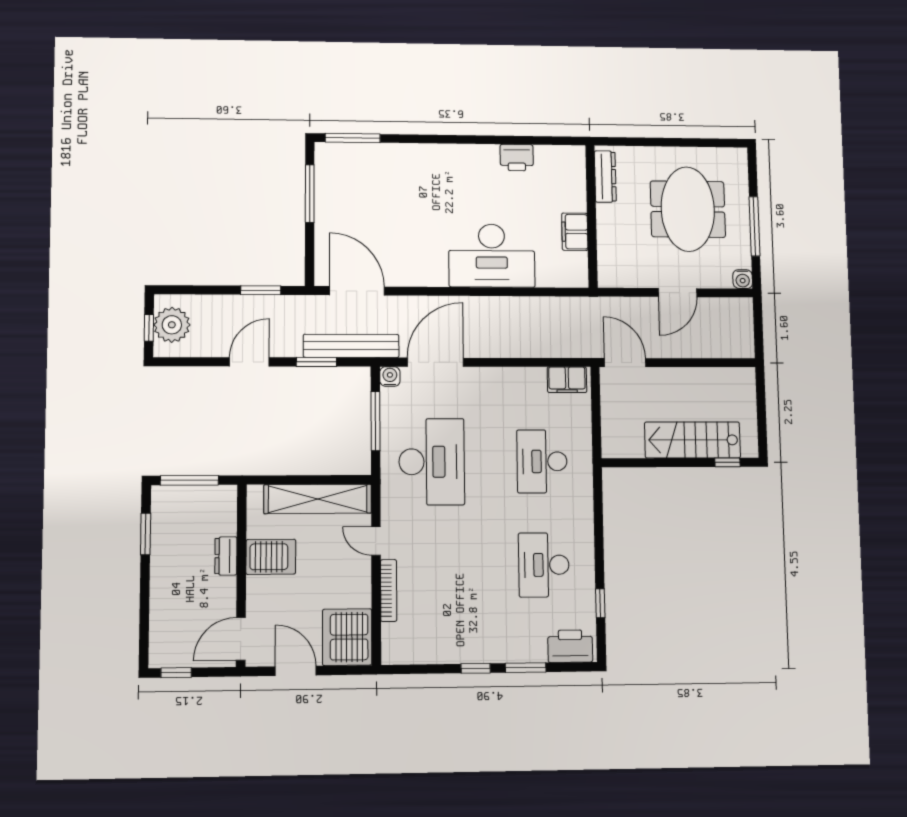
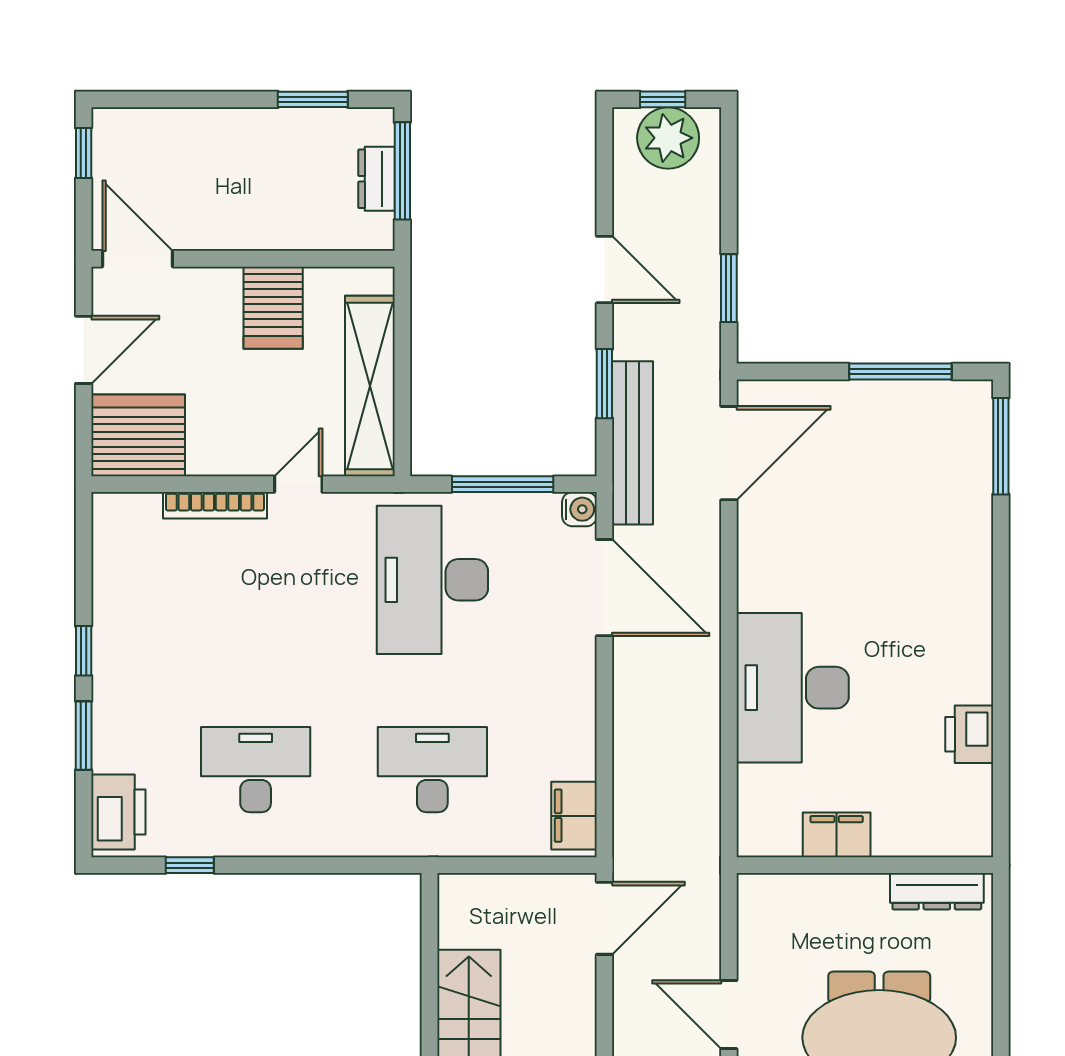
desk: (432, 462) -> (432, 580), turned 90
dresser: (226, 556) -> (376, 179), moved, turned -90

